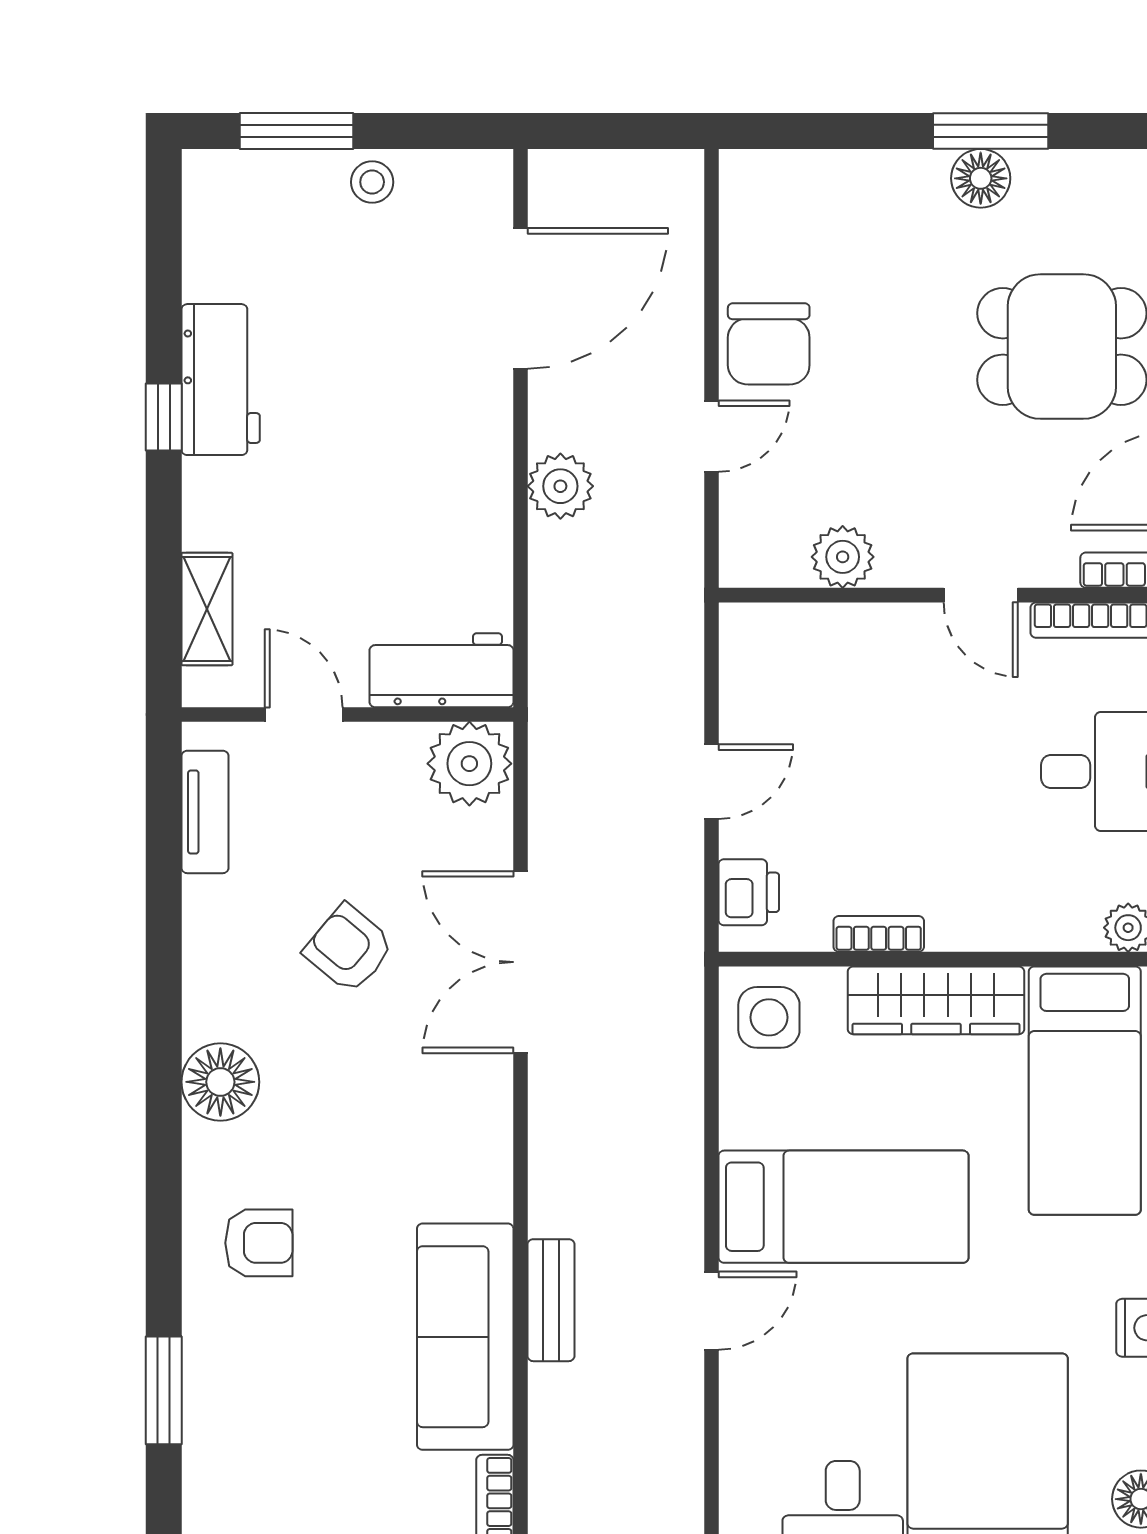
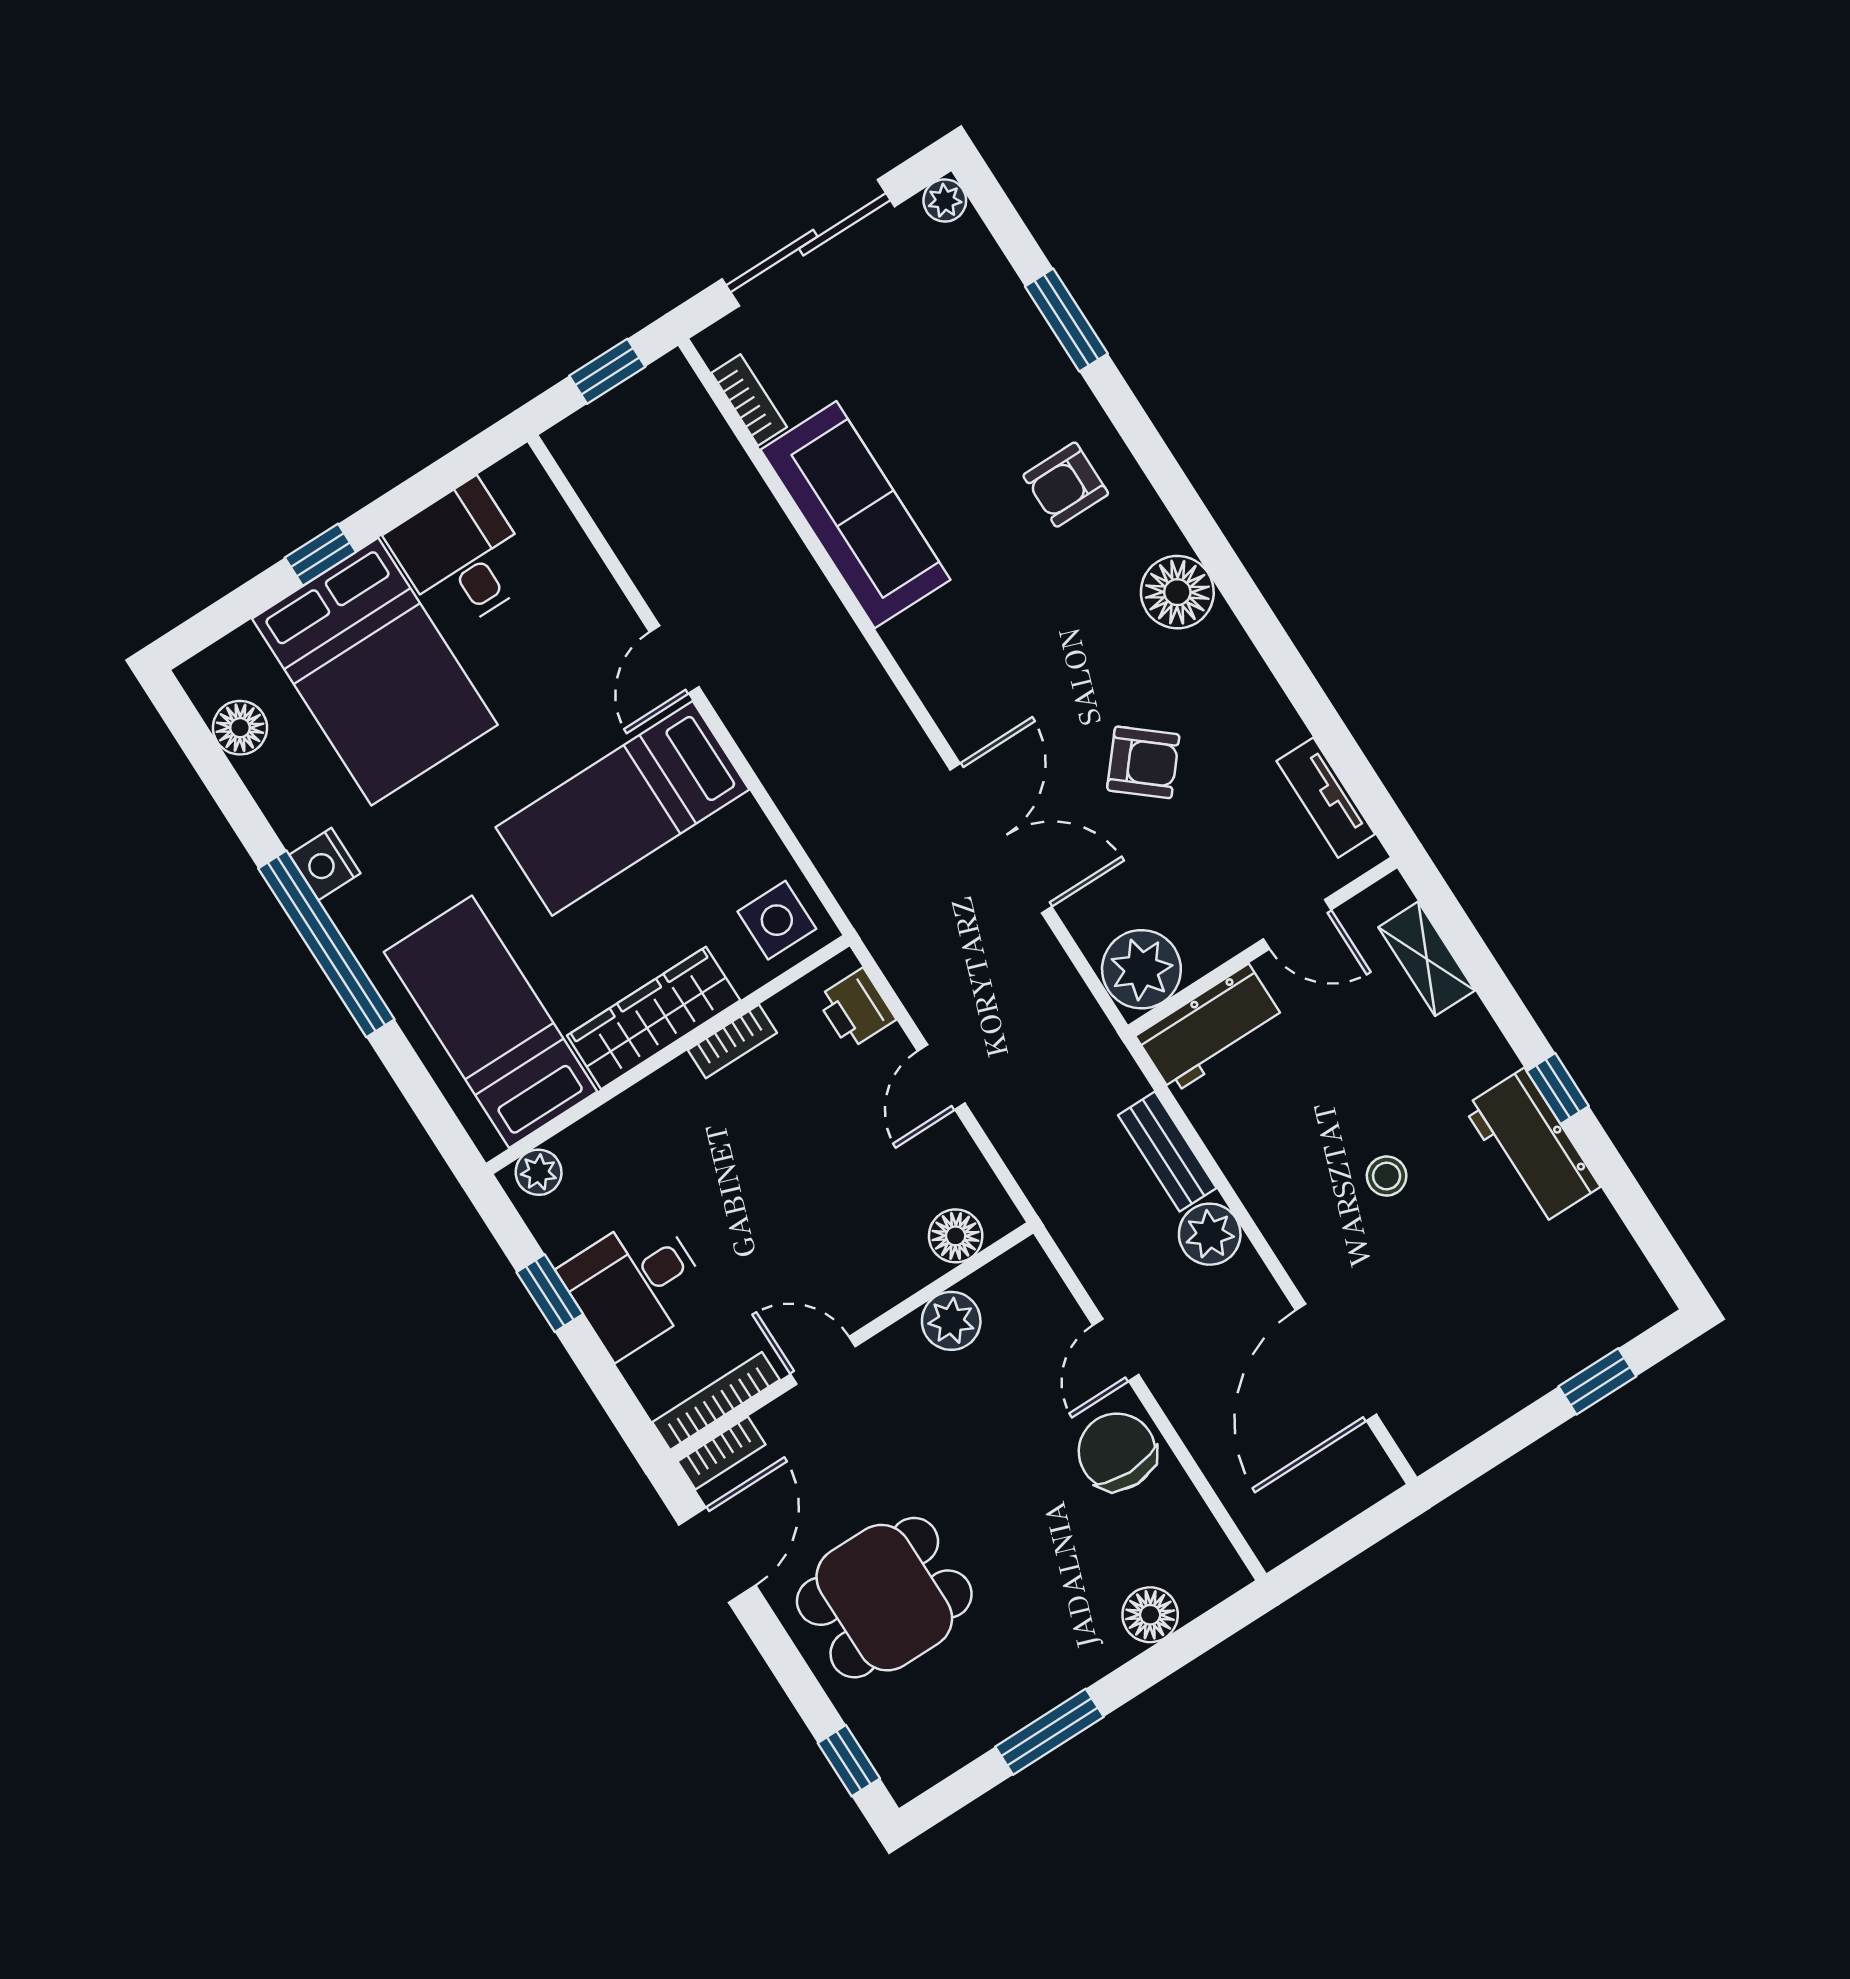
window: (296, 131) -> (1597, 1381), width x0.67
floor lamp: (981, 178) -> (1150, 1615), moved
stool: (372, 182) -> (1387, 1176), moved
floor lamp: (790, 631) -> (956, 1236), added
bench: (551, 1300) -> (1167, 1152), moved

